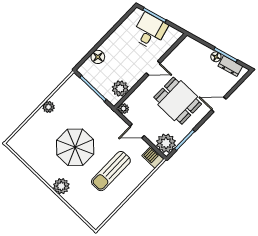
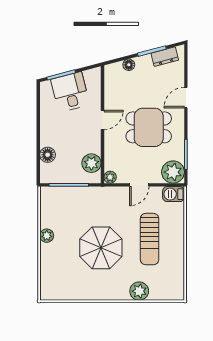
floor lamp: (216, 57) -> (129, 65), moved
plant: (61, 186) -> (139, 291), moved

